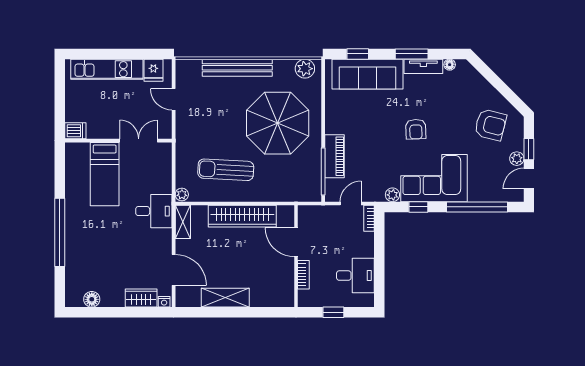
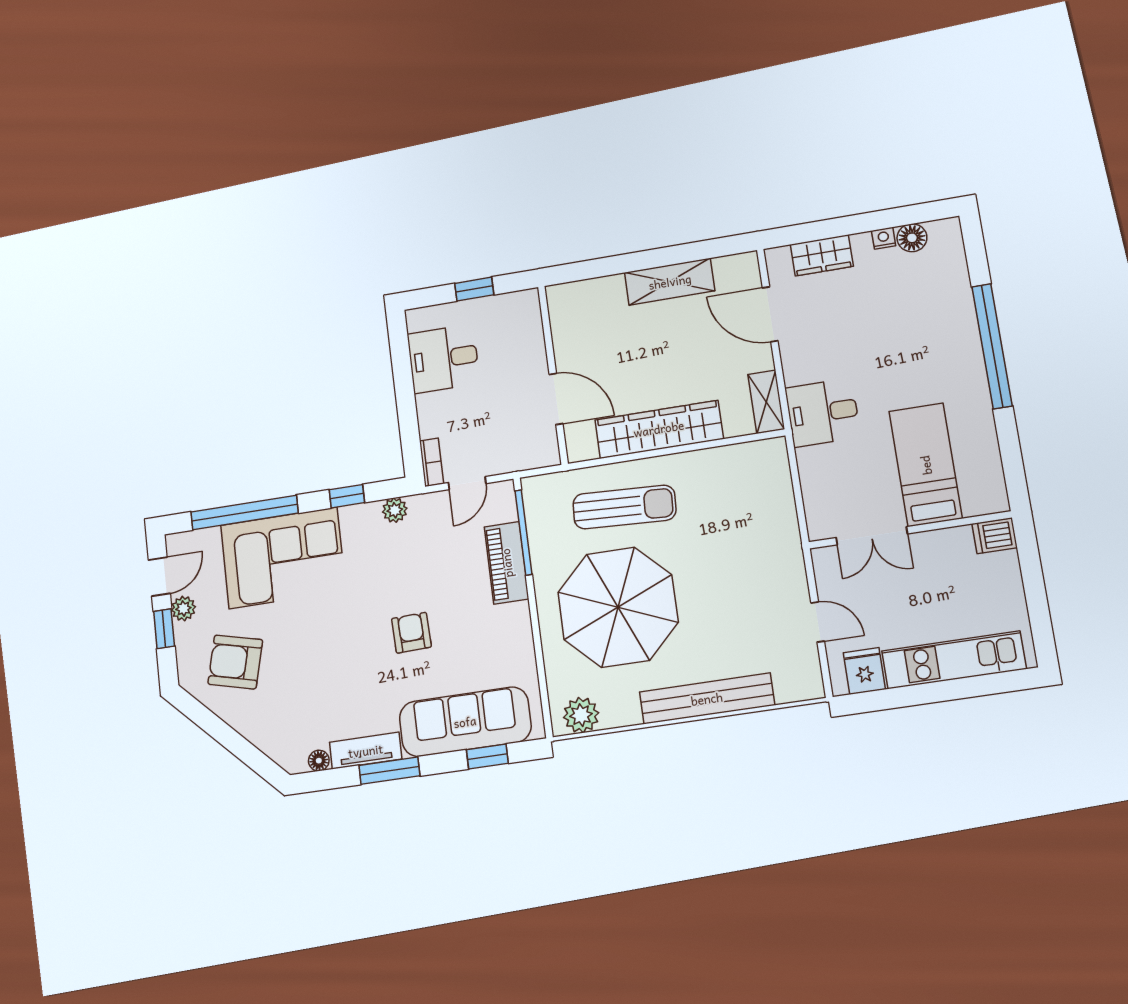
armchair: (416, 129) -> (411, 633), moved
sun lounger: (226, 170) -> (624, 507), moved
corner sofa: (434, 178) -> (283, 558), moved
plant: (182, 195) -> (776, 450), removed
bookcase: (303, 275) -> (535, 345), removed
nightstand: (164, 302) -> (884, 238), moved

